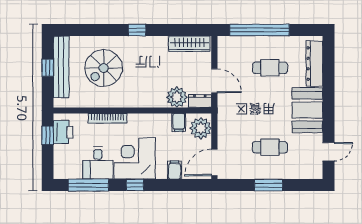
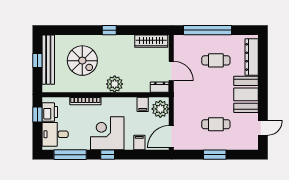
spiral stairs: (104, 68) -> (82, 61), turned -90
plant: (177, 97) -> (115, 84), moved
desk: (98, 163) -> (55, 134), moved, turned 90

